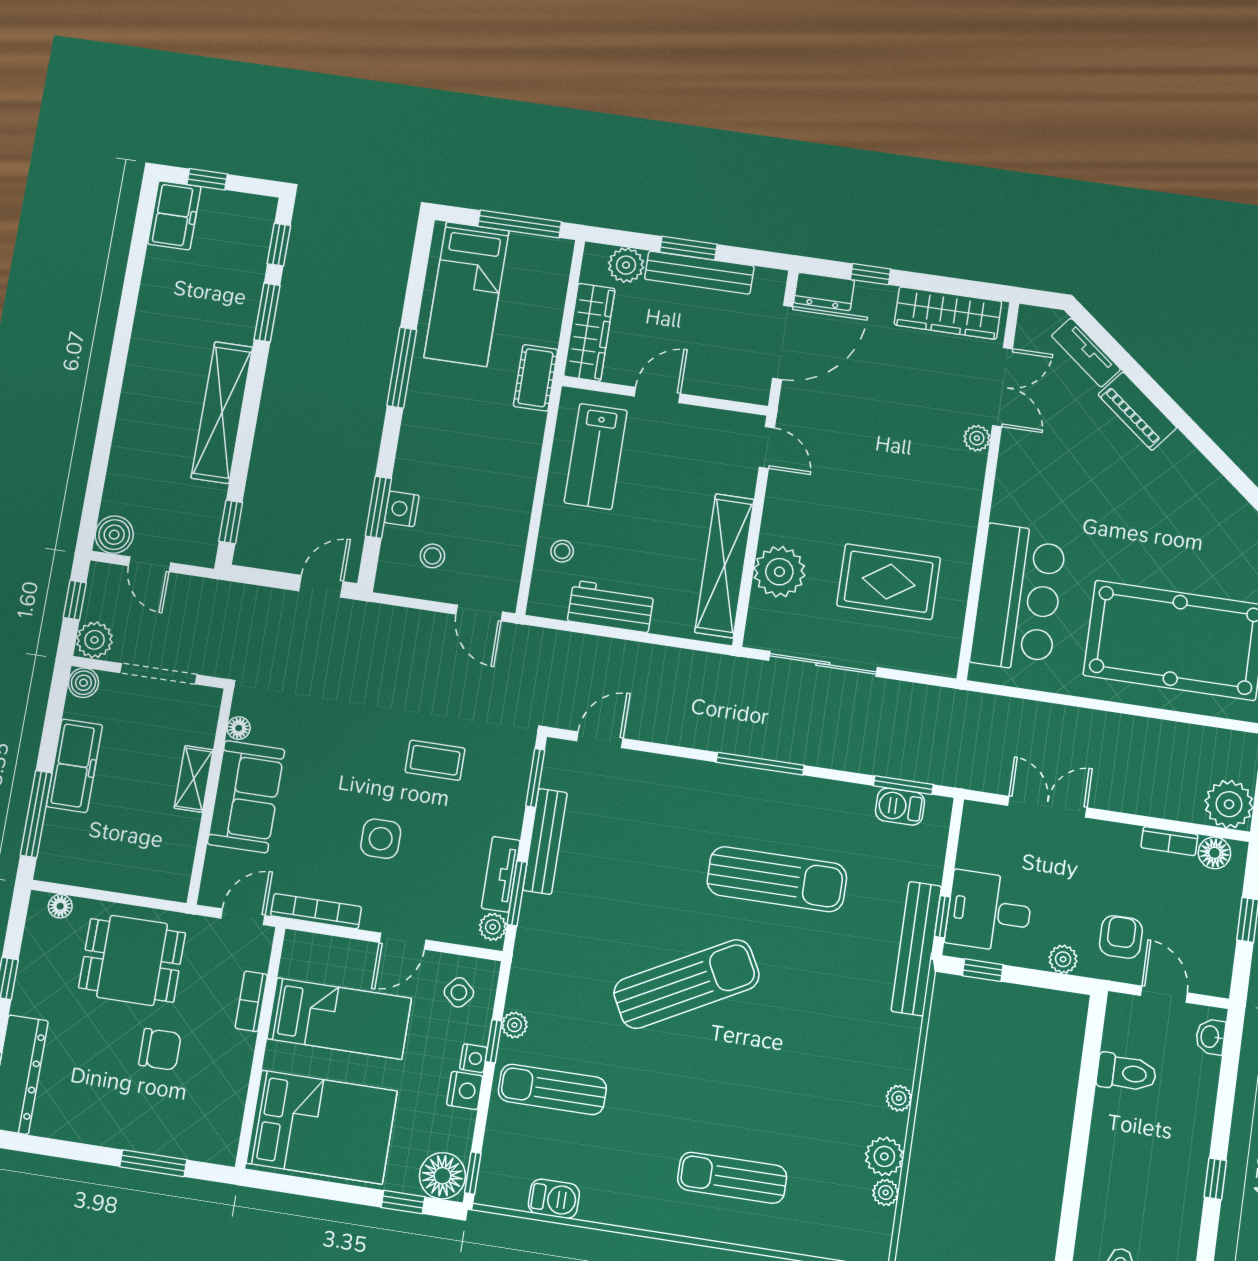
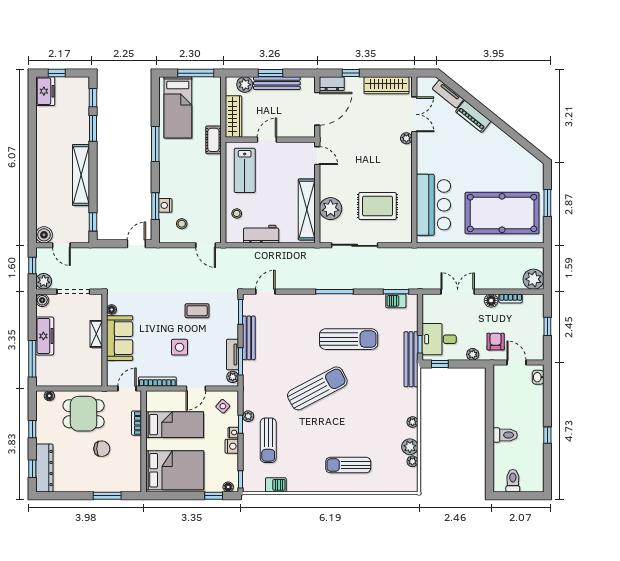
floor lamp: (1214, 853) -> (491, 301), moved
toilet: (1126, 1073) -> (505, 435), moved
sun lounger: (552, 1089) -> (268, 440), turned -90
floor lamp: (442, 1176) -> (228, 487), width x0.53, depth x0.53

